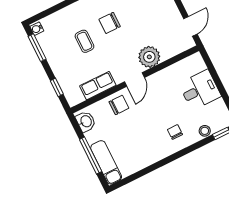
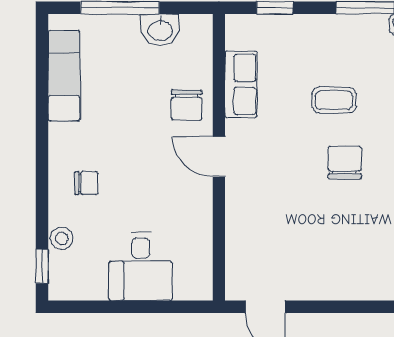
plant: (149, 57) -> (247, 204), removed
washbasin: (86, 121) -> (160, 30), moved
exam couch: (106, 162) -> (64, 76), moved, turned -90

